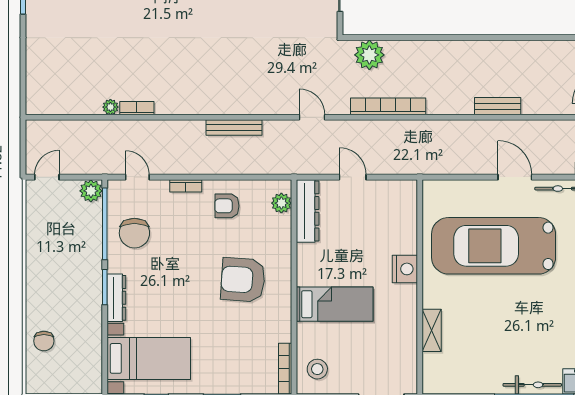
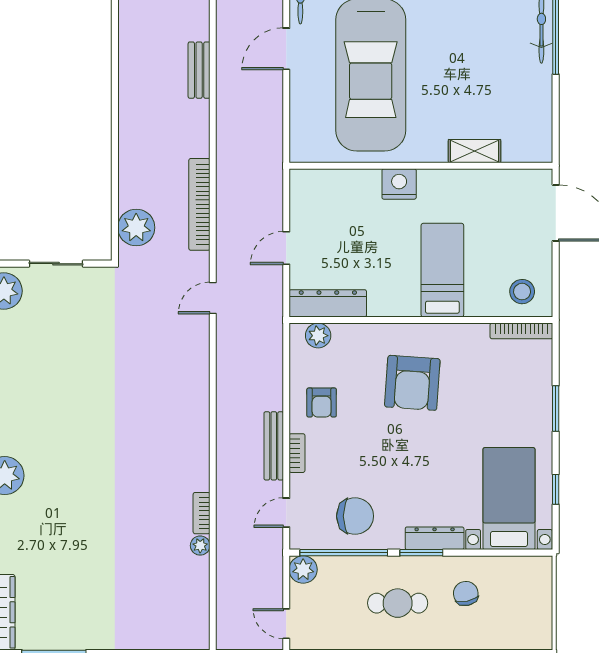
bench: (234, 127) -> (274, 446), moved
cafe table: (64, 268) -> (398, 603), added
chair: (44, 341) -> (466, 593), moved, turned -102

